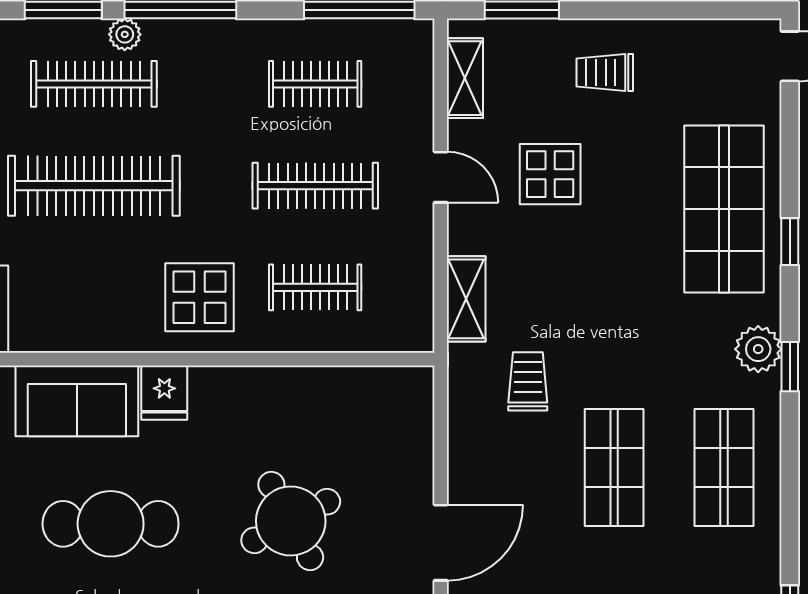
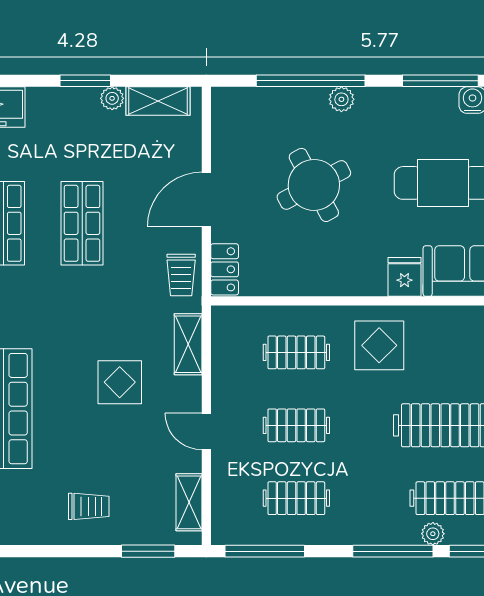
display table: (550, 174) -> (120, 382), moved
clothes rail: (315, 186) -> (296, 425), width x0.73
trolley: (528, 381) -> (181, 275), moved
locker: (415, 403) -> (225, 269), added
door: (441, 543) -> (206, 199), moved

